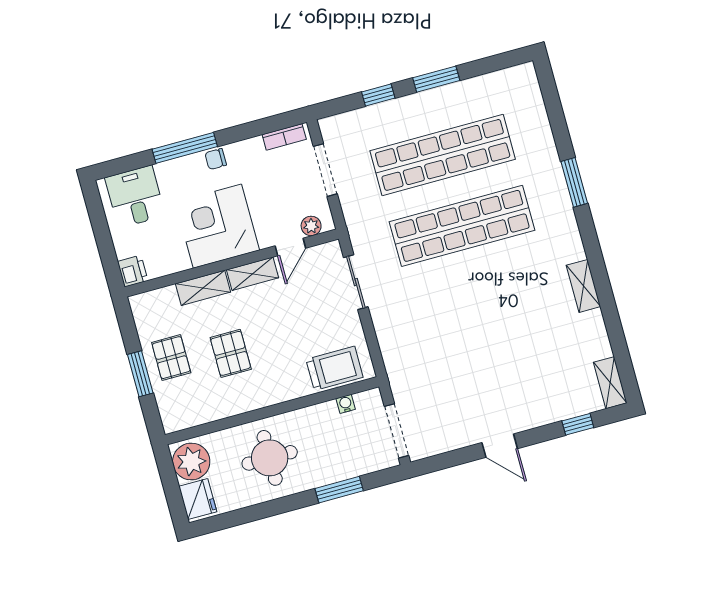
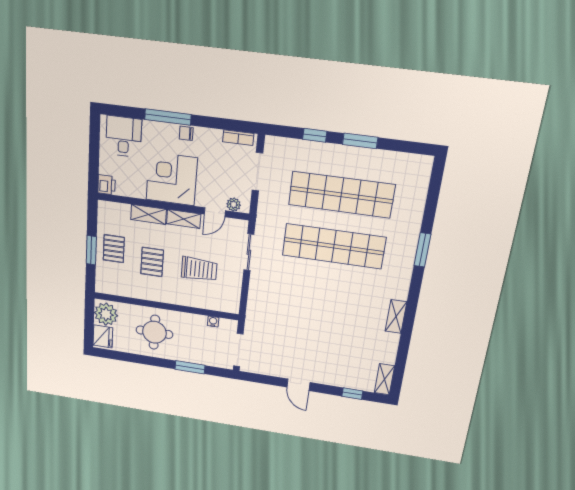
trolley: (334, 368) -> (199, 269), moved

